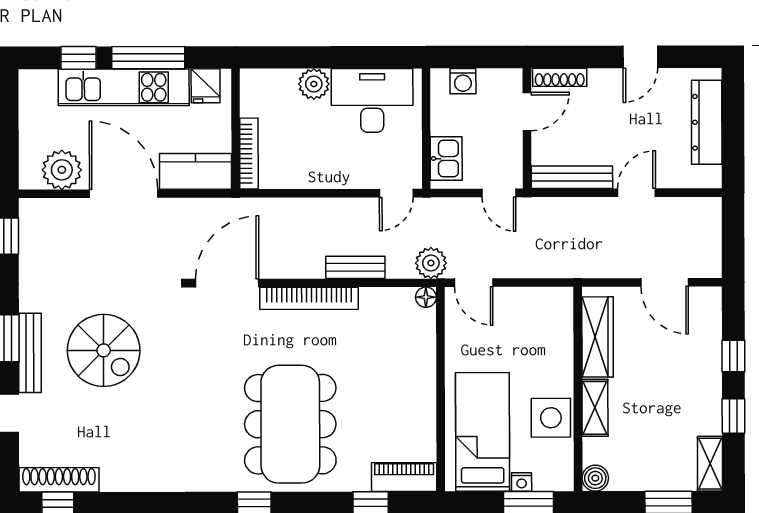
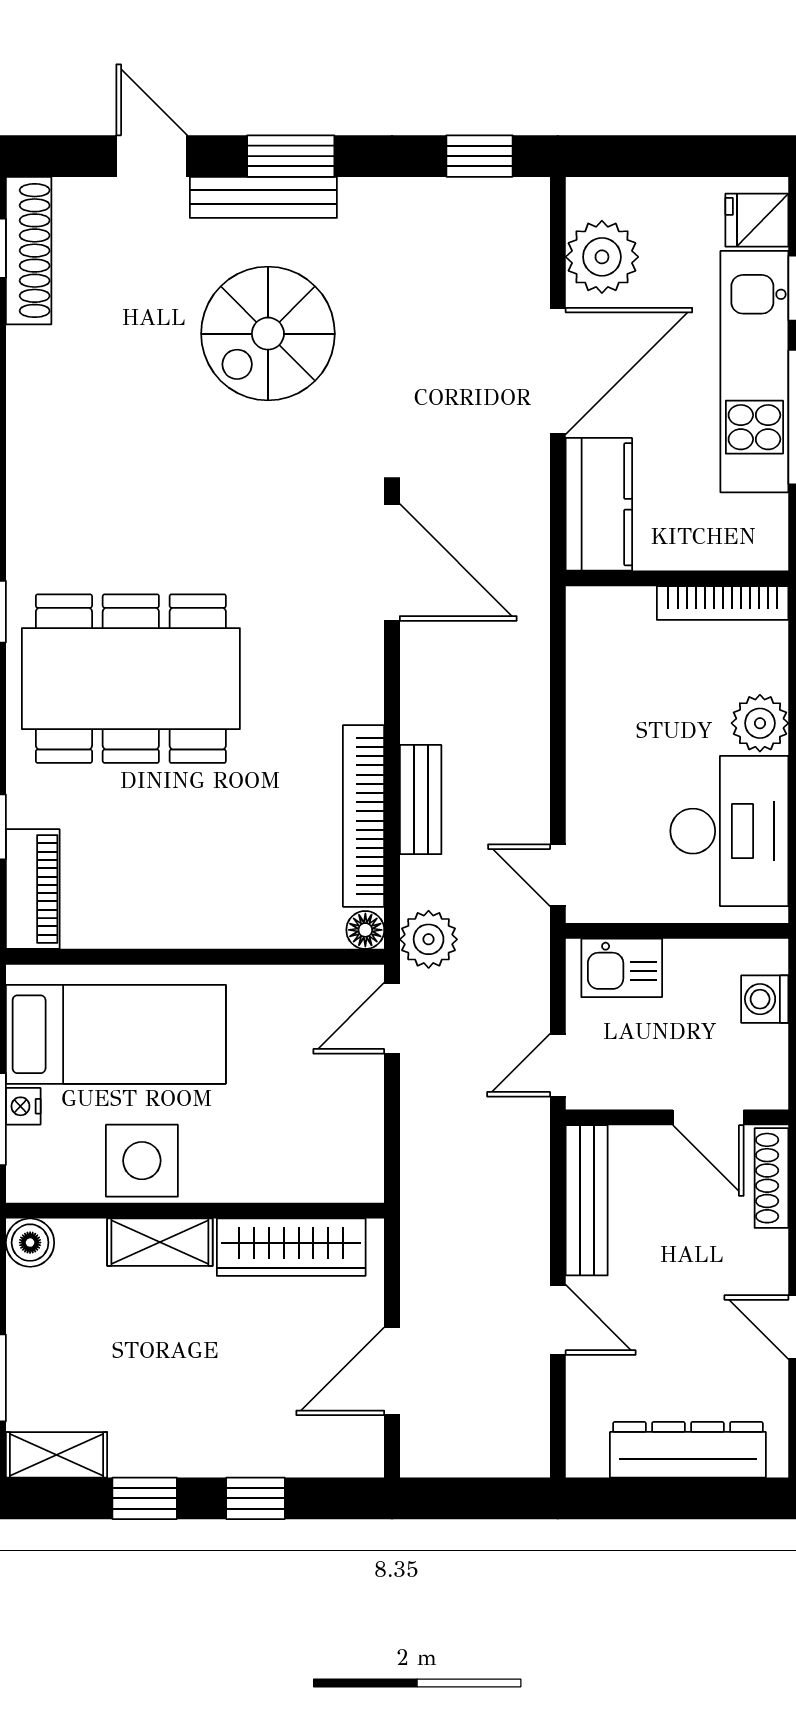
fridge: (206, 86) -> (757, 220), moved
bookcase: (249, 154) -> (723, 603), moved
bookcase: (309, 298) -> (364, 816), moved

